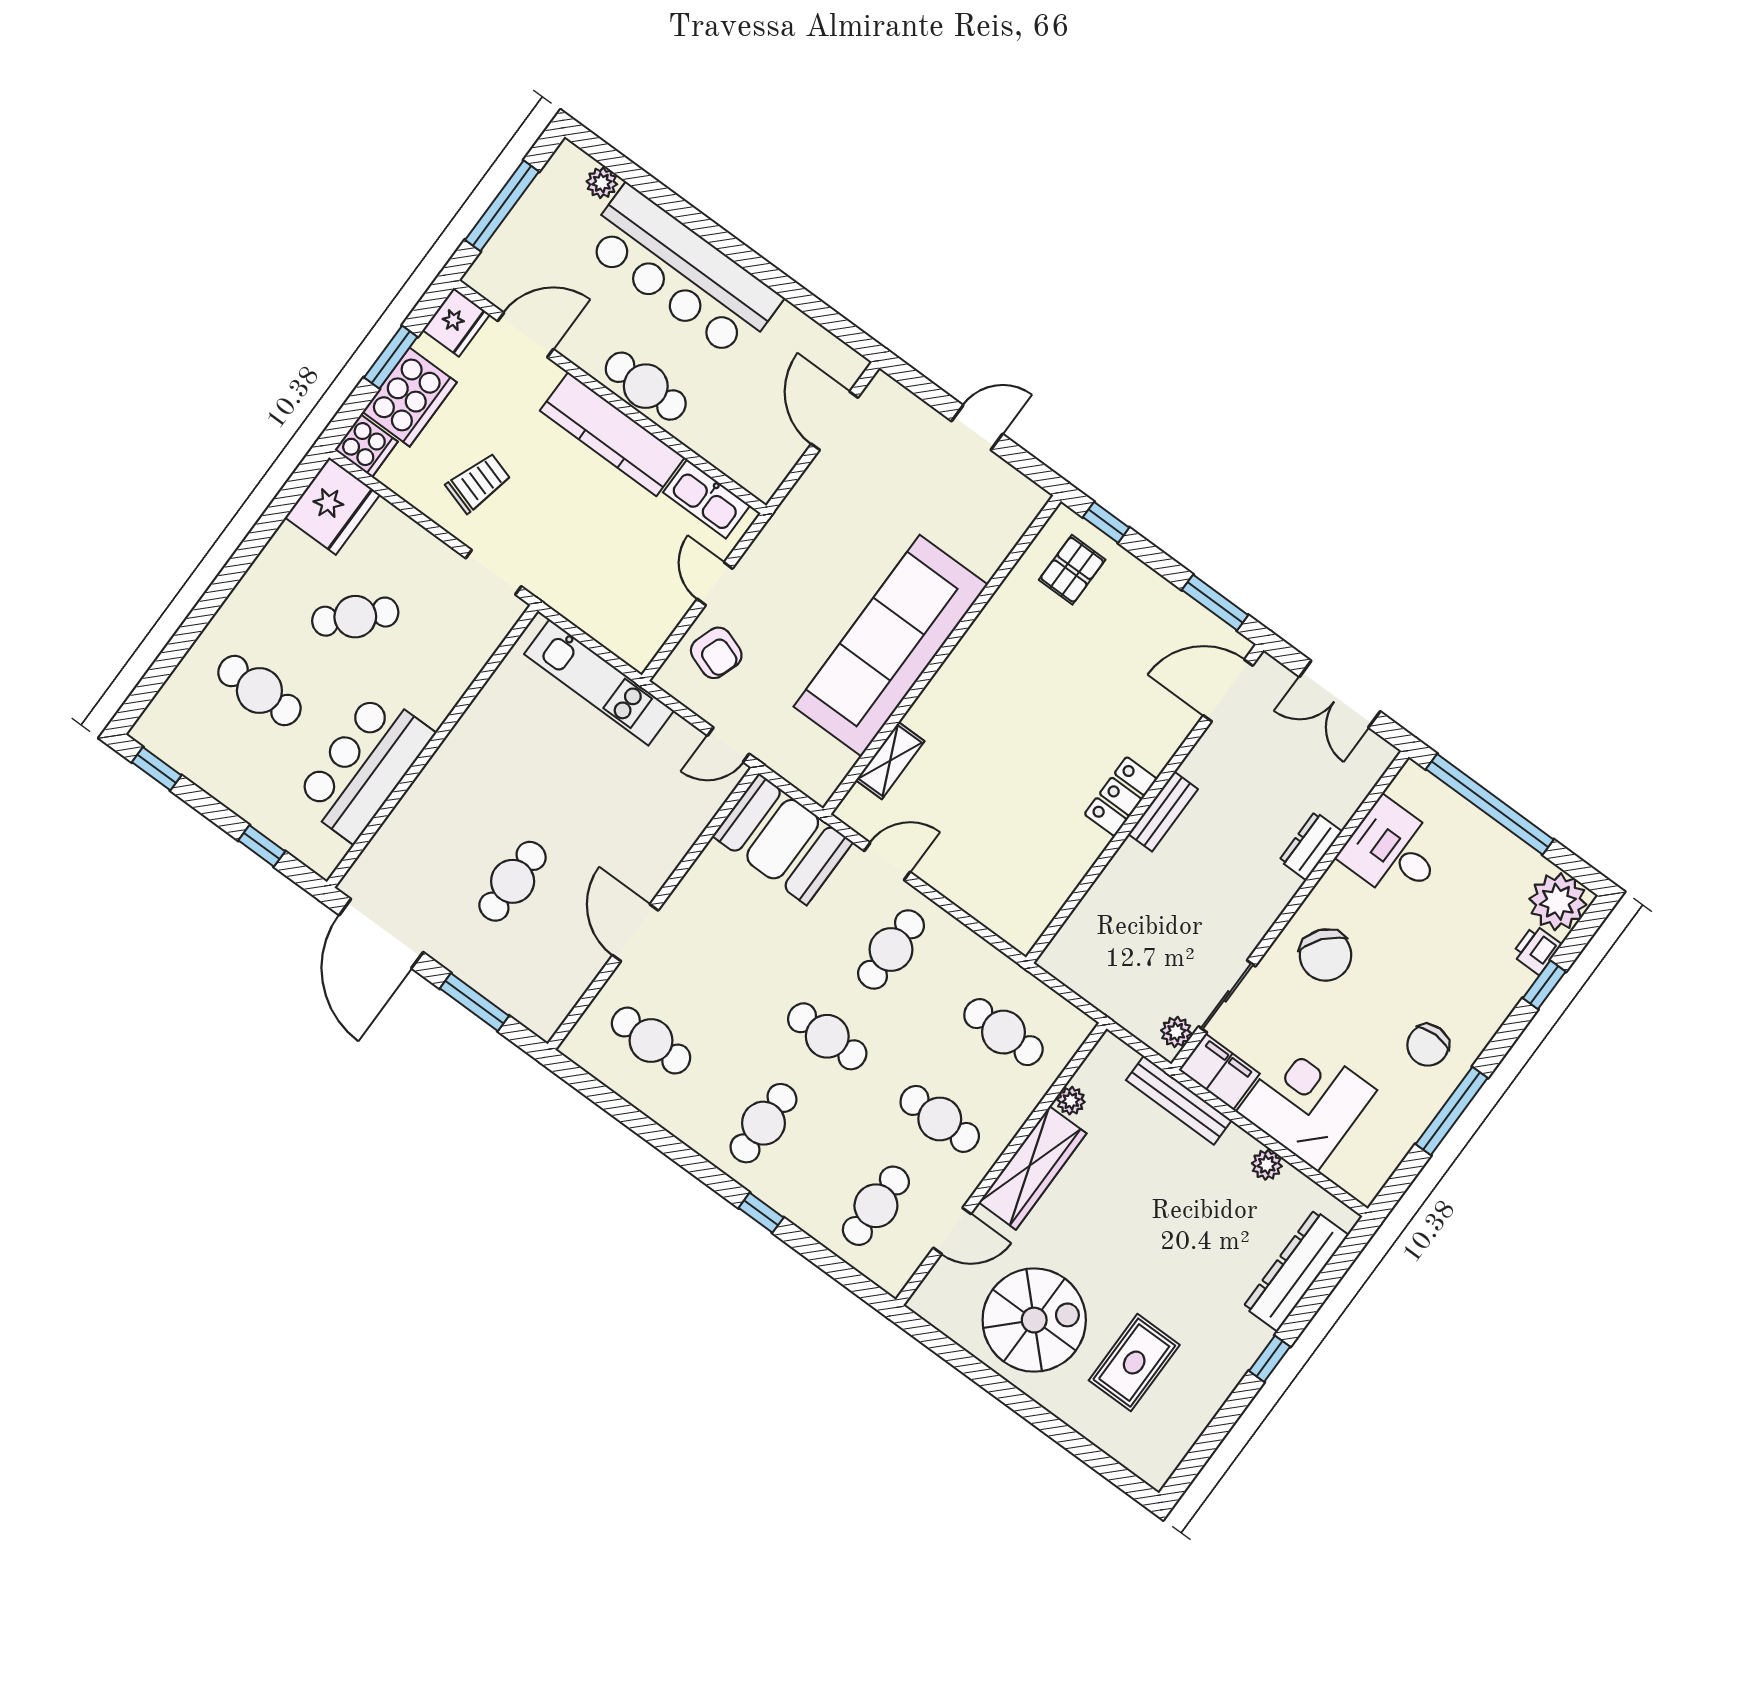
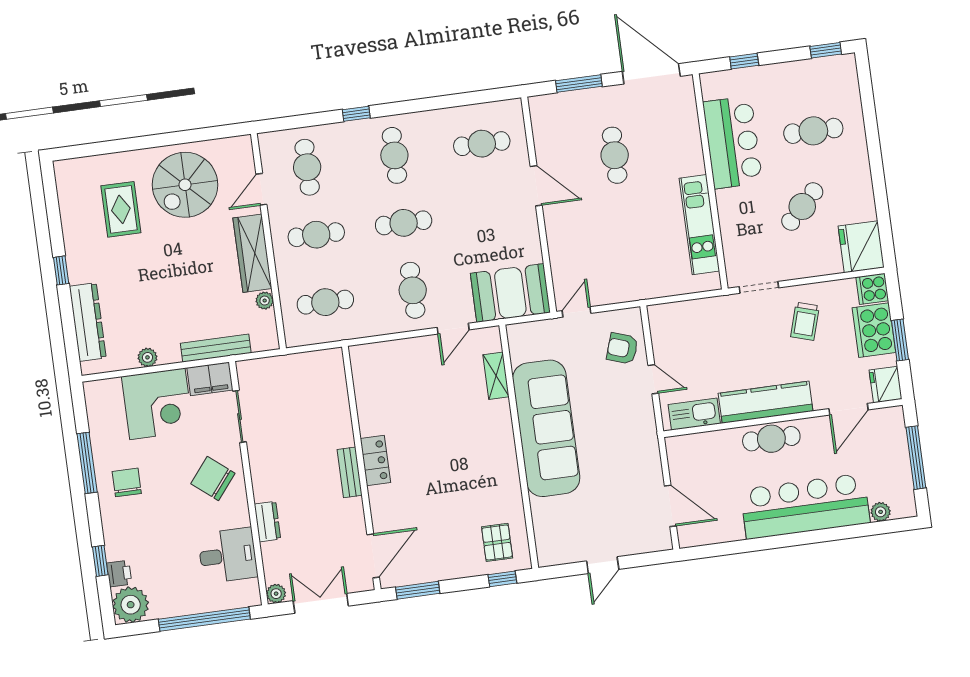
kitchen unit: (599, 682) -> (699, 225), moved, turned -90
plant: (1176, 1032) -> (276, 594), moved

